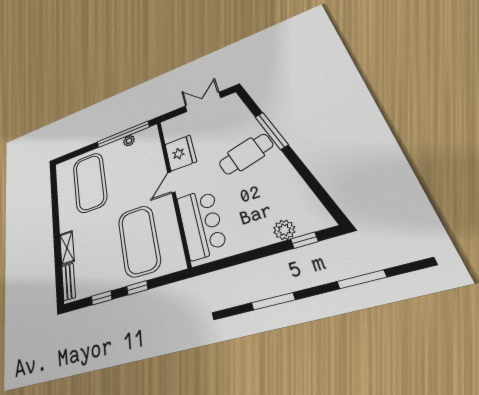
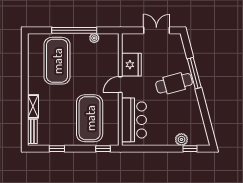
window: (123, 134) -> (74, 30), moved
window: (137, 288) -> (103, 149), moved

